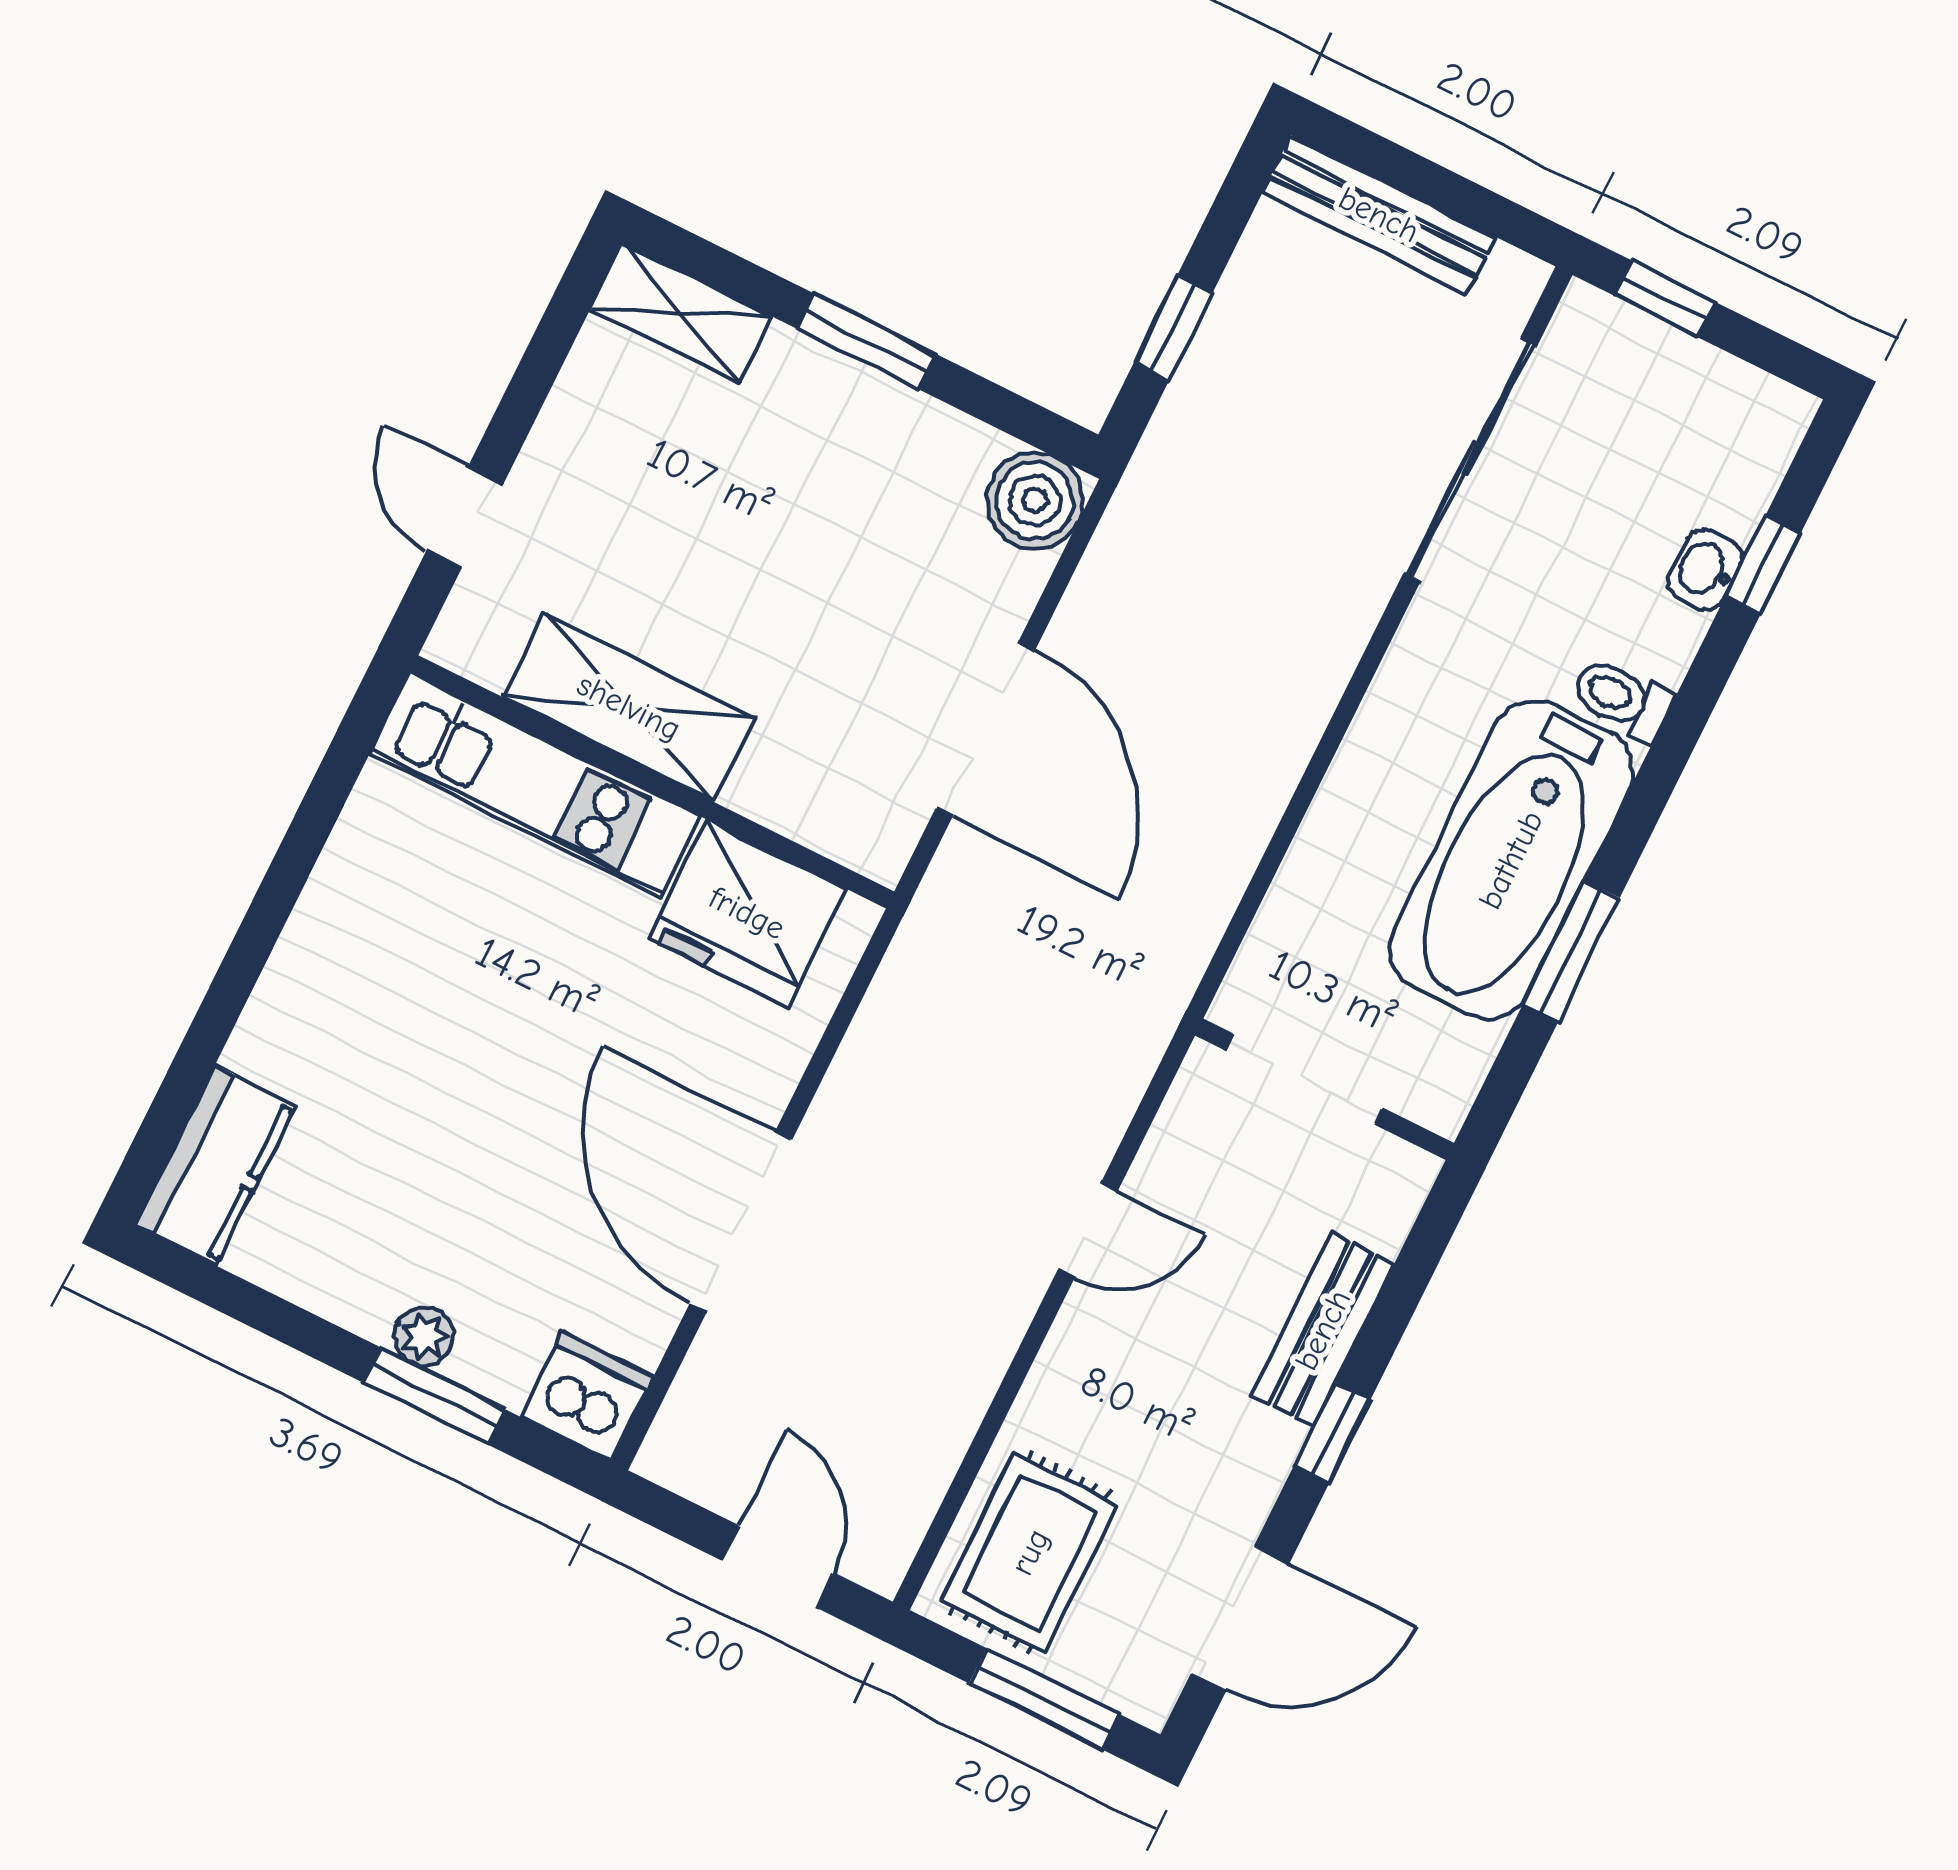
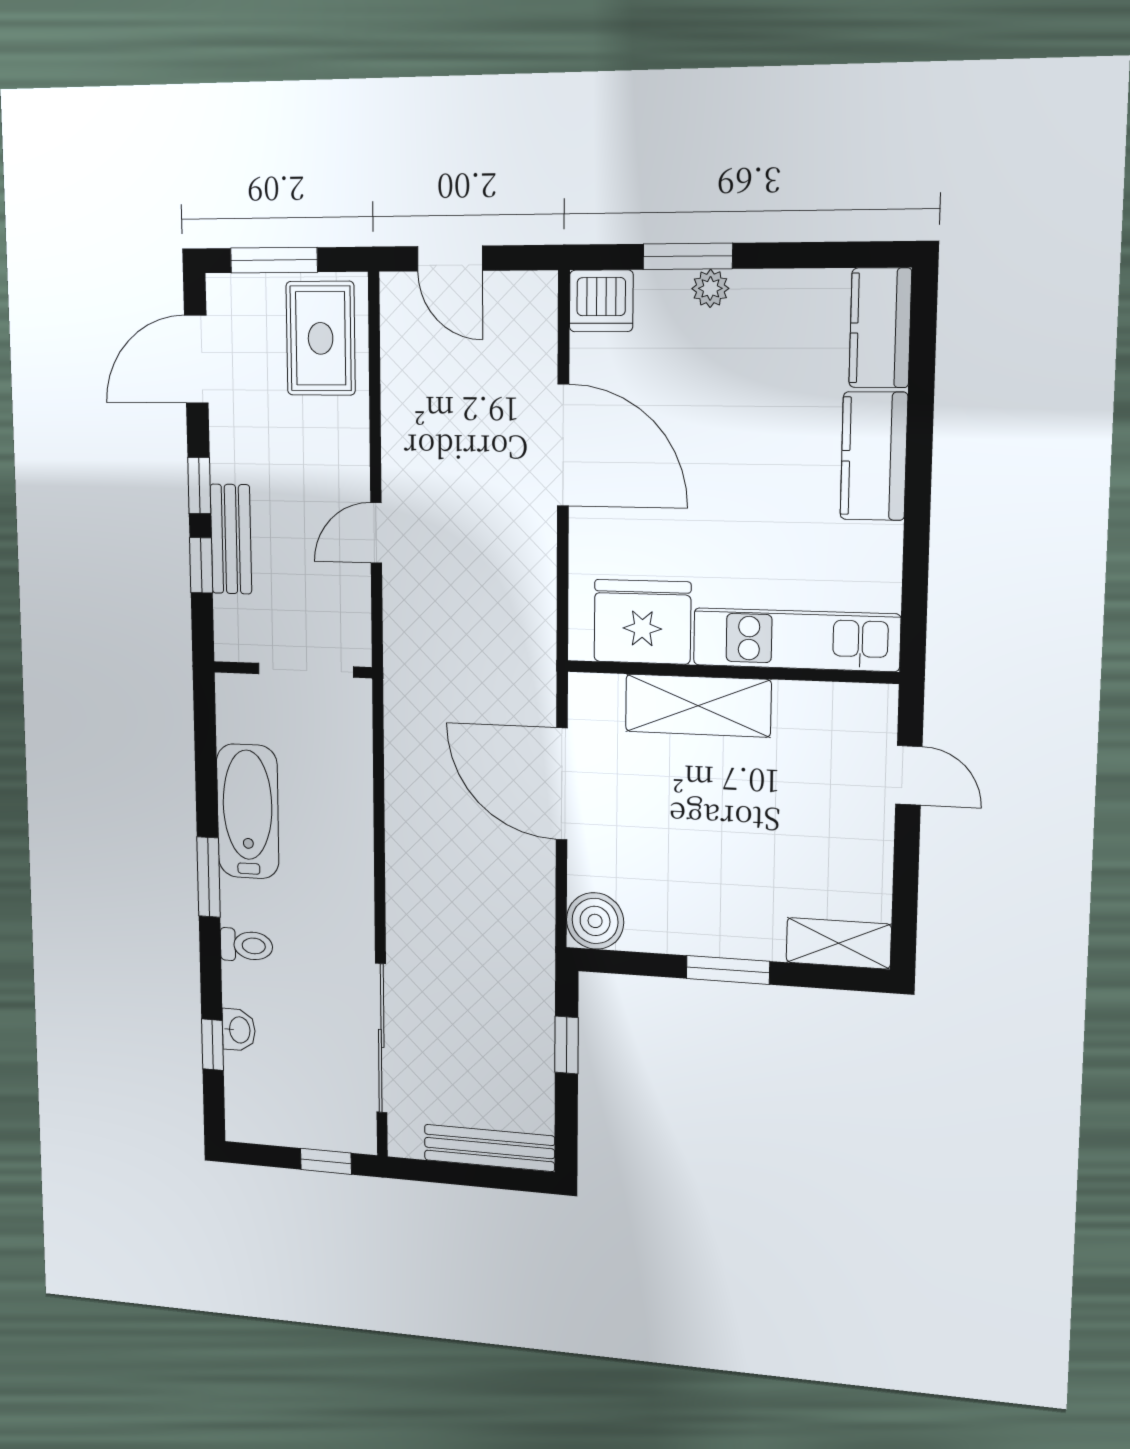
shelving: (629, 707) -> (698, 706), moved
bathtub: (1511, 860) -> (248, 811), width x0.73, depth x0.73
window: (1571, 952) -> (209, 877), moved
kitchen counter: (305, 993) -> (874, 456), added
window: (1391, 1313) -> (201, 565), added

